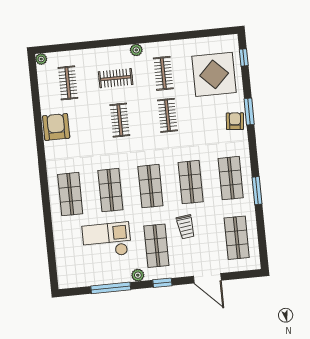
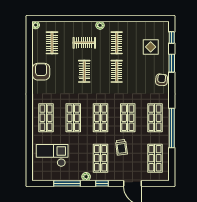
display table: (214, 74) -> (151, 47), width x0.54, depth x0.54
window: (249, 112) -> (172, 63), moved
window: (257, 191) -> (172, 128), width x2.11
checkout: (107, 240) -> (52, 155), moved

